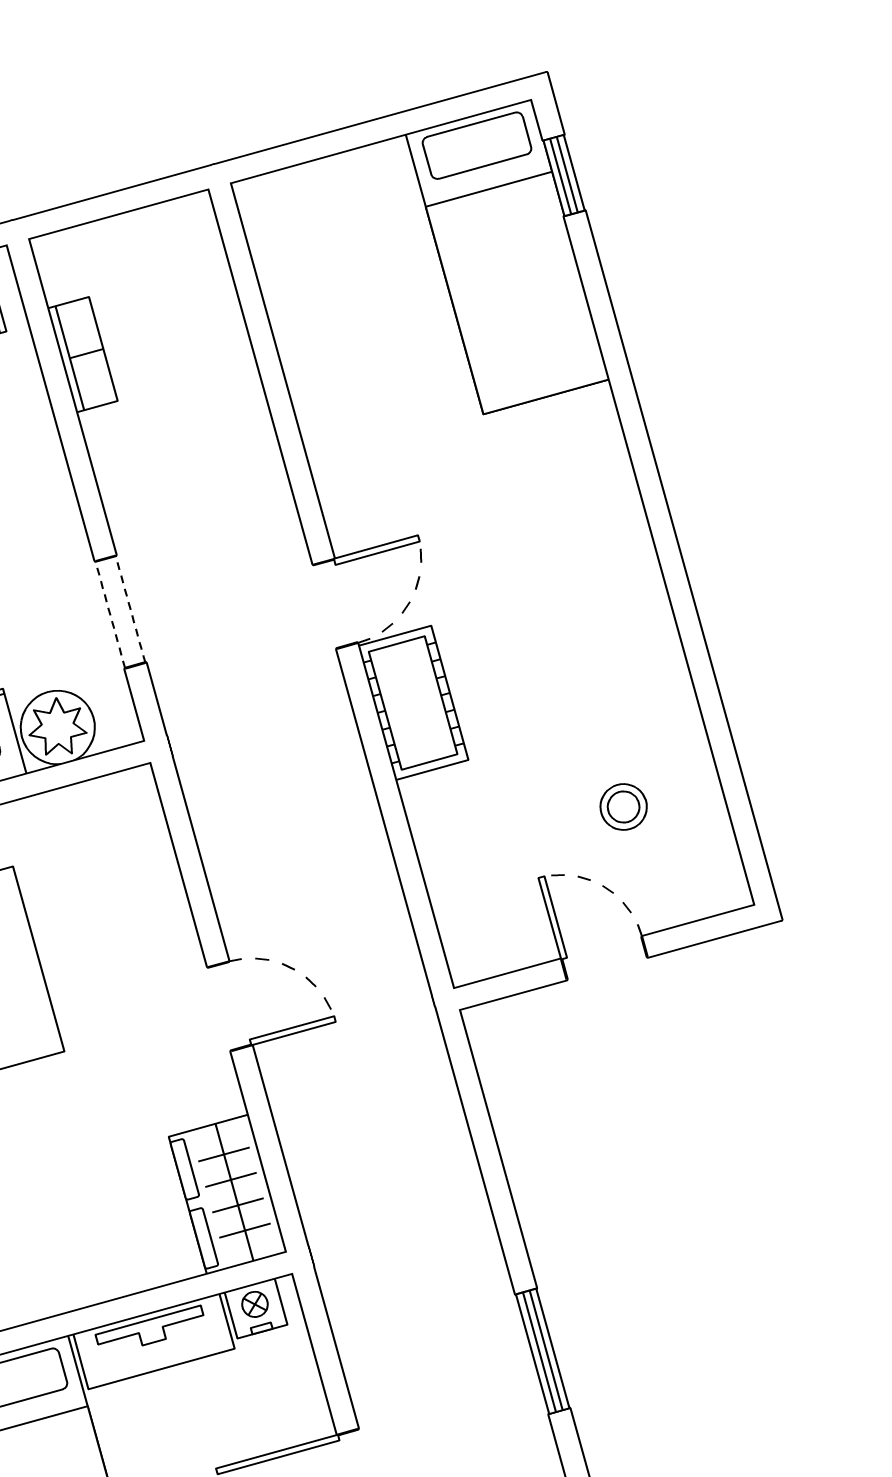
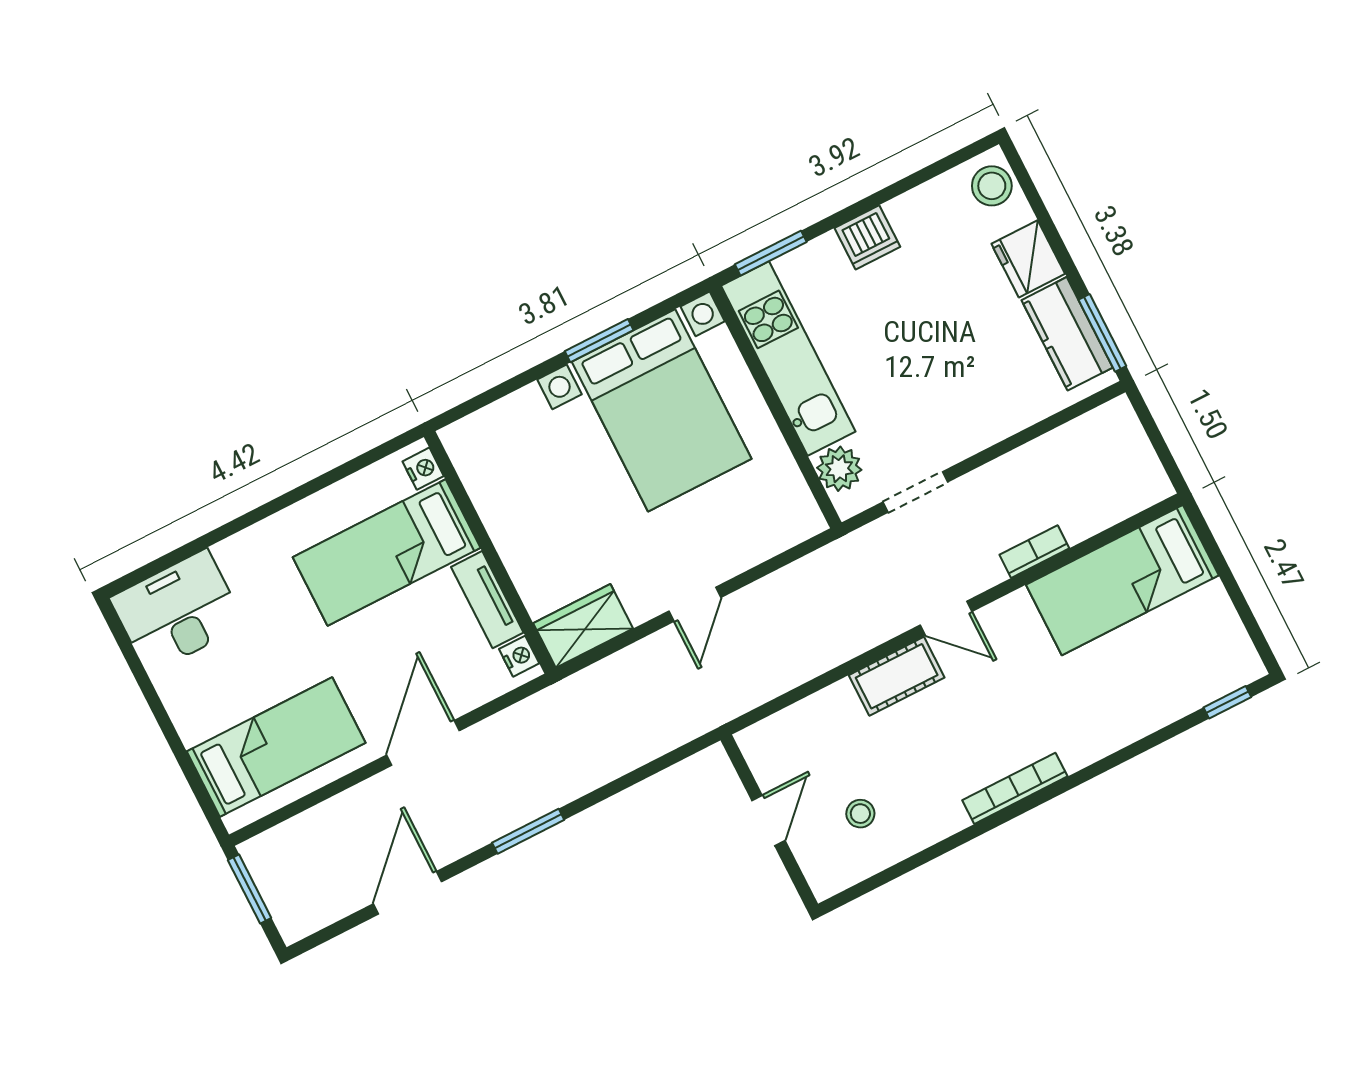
bed: (508, 256) -> (1122, 580), moved
bookcase: (82, 355) -> (1034, 552), moved, turned 180
bookcase: (634, 548) -> (1015, 788), added

